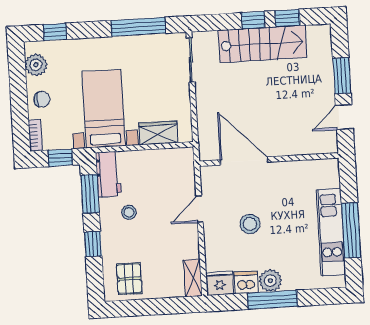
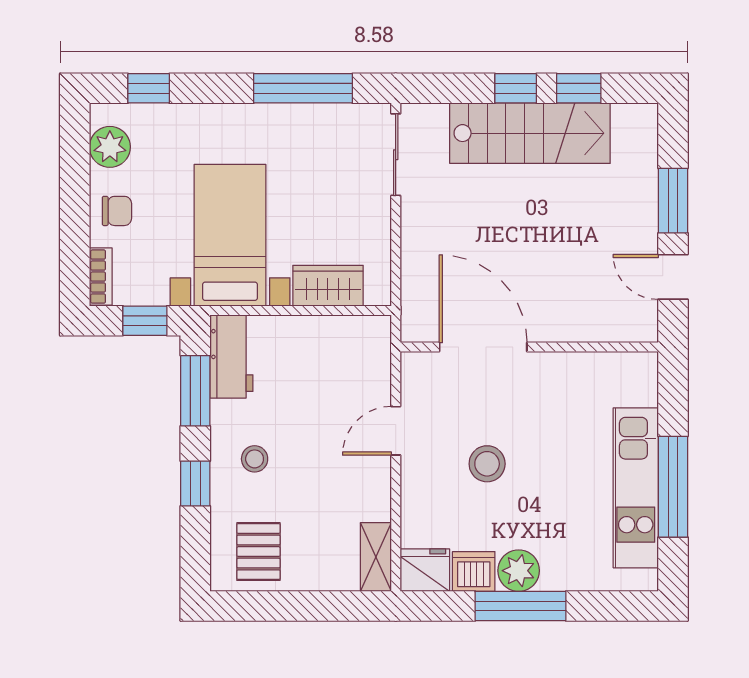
door: (344, 117) -> (673, 277), hinge flipped
stool: (129, 212) -> (255, 459), moved

